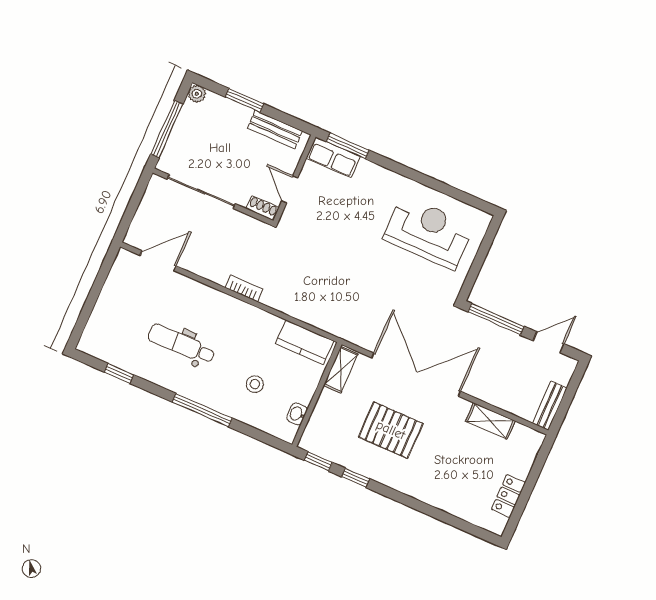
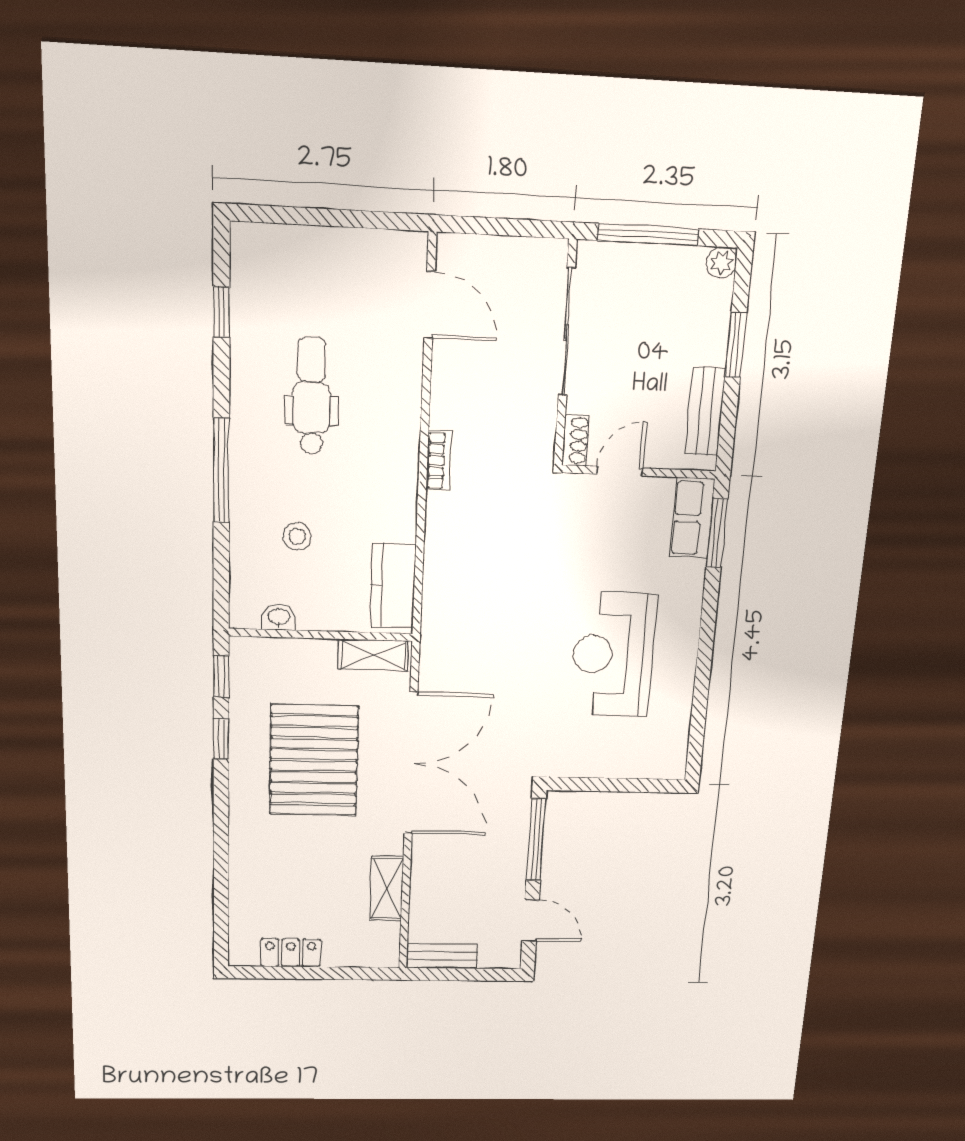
reception desk: (428, 232) -> (613, 654), moved, turned 180
pallet: (391, 430) -> (314, 760), width x1.37, depth x1.41

